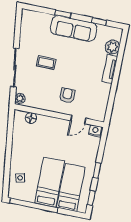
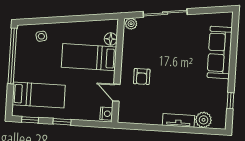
window: (63, 14) -> (233, 59), removed
sofa: (74, 29) -> (220, 53), moved
coffee table: (46, 63) -> (176, 48), removed
armchair: (67, 96) -> (142, 77), turned 90
bed: (50, 182) -> (89, 57), moved, turned 180

